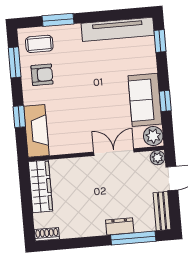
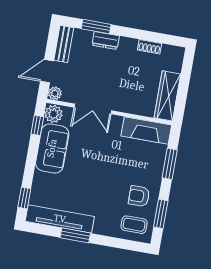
window: (58, 20) -> (75, 235), moved
window: (165, 101) -> (37, 125), moved
window: (19, 117) -> (170, 164), width x1.50
fireplace: (36, 131) -> (146, 130), moved, turned -90
shoe rack: (47, 234) -> (149, 47), moved
window: (133, 238) -> (96, 27), width x0.69

